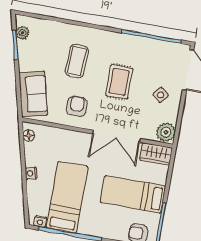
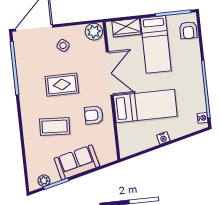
sofa: (33, 94) -> (77, 162), moved
floor lamp: (29, 135) -> (131, 150), removed
wardrobe: (156, 154) -> (126, 28), moved, turned 90
bed: (67, 197) -> (145, 106), moved, turned 180

